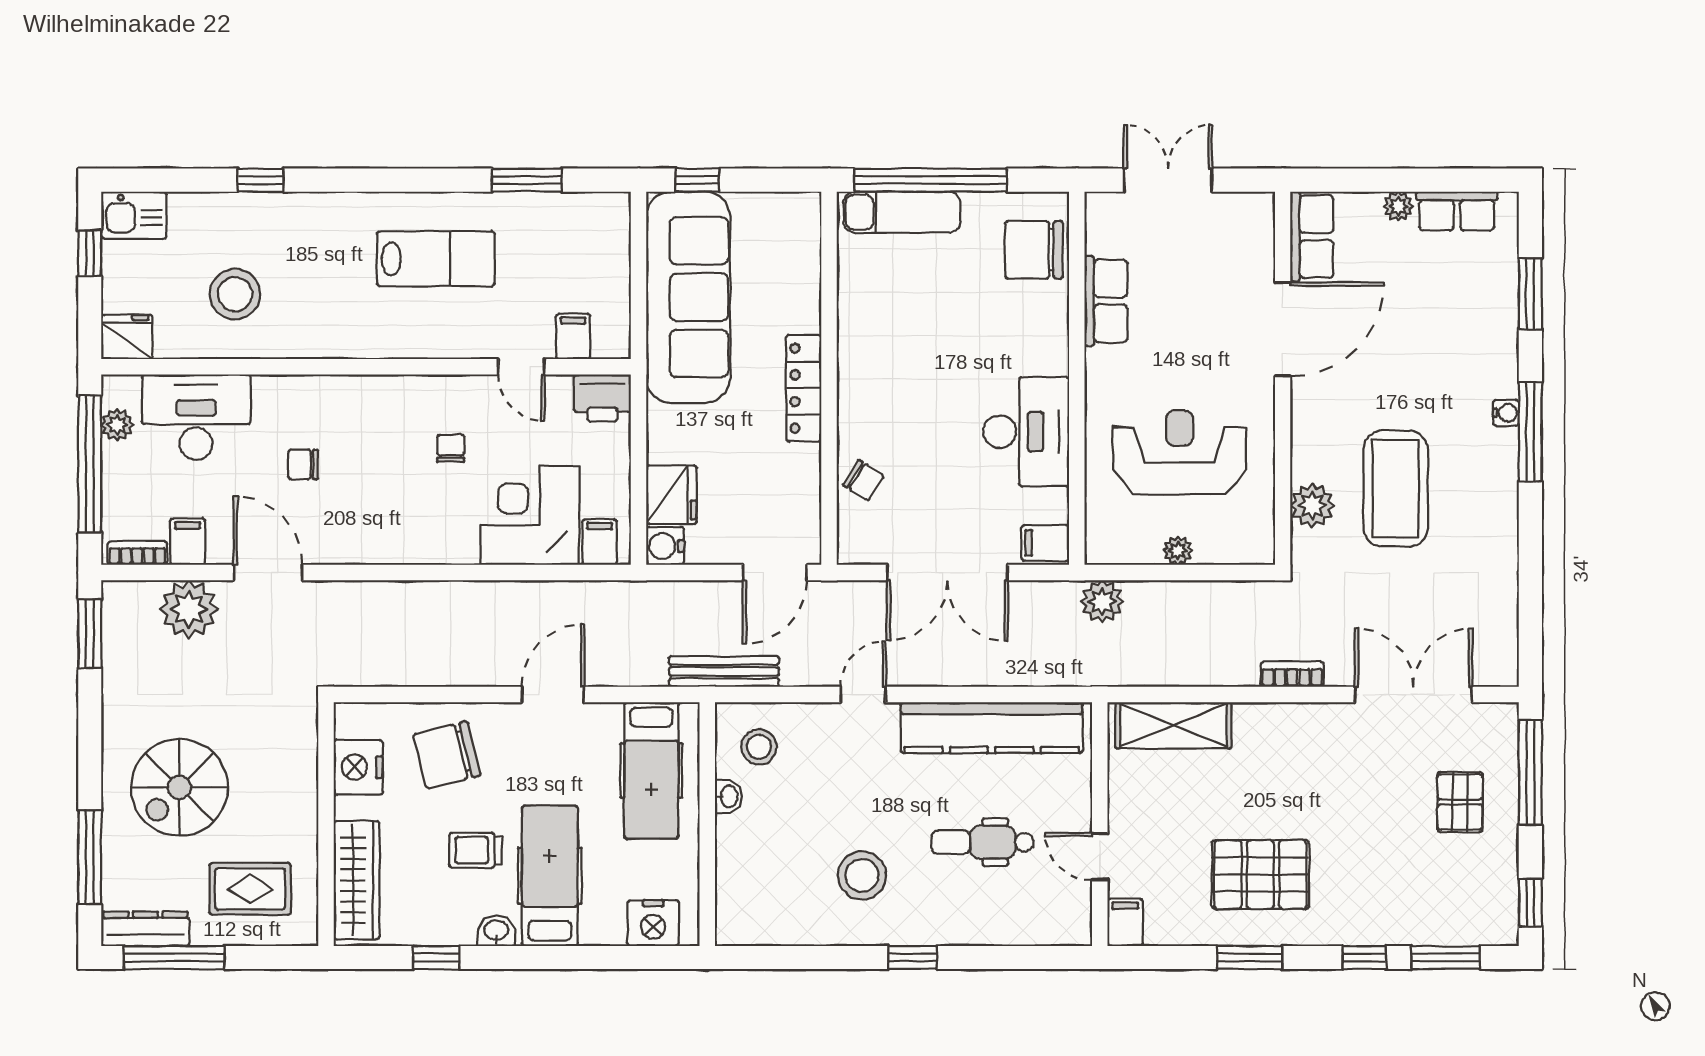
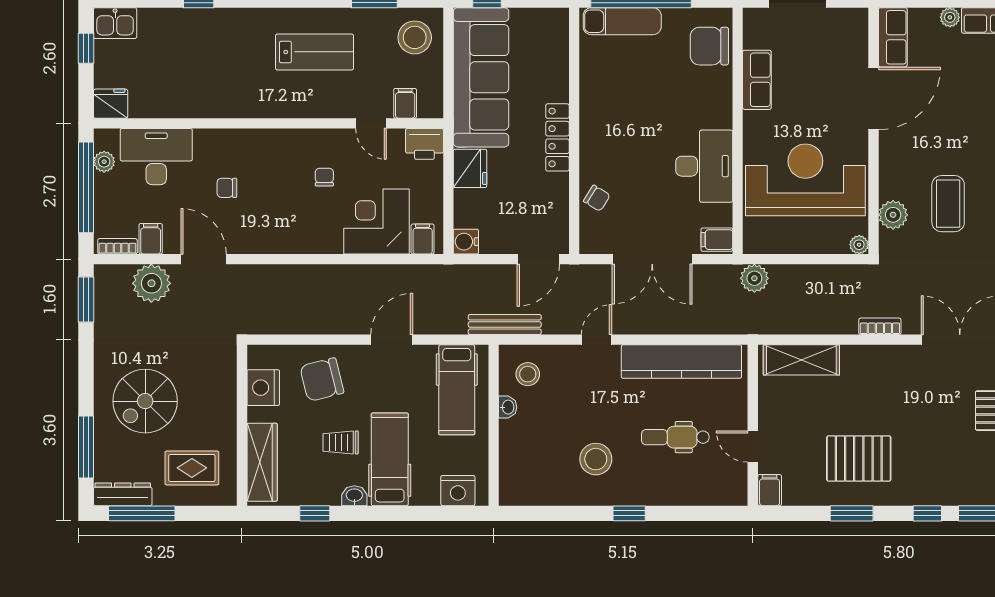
stool: (235, 294) -> (415, 37), moved
reception desk: (1179, 452) -> (805, 180), width x1.36, depth x1.30
coffee table: (1396, 488) -> (948, 204), width x0.73, depth x0.76
fridge: (671, 495) -> (470, 168), moved
plant: (1178, 551) -> (859, 245), moved

